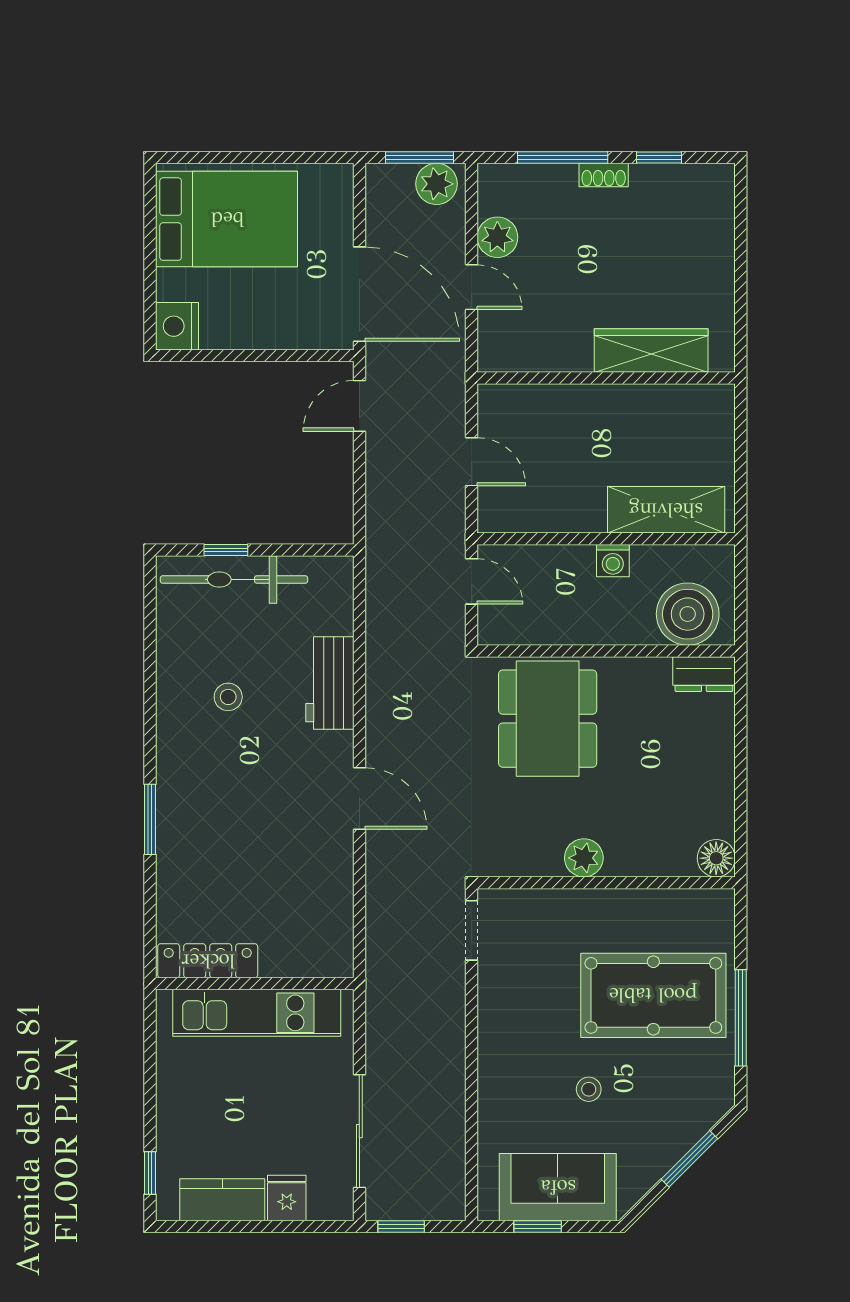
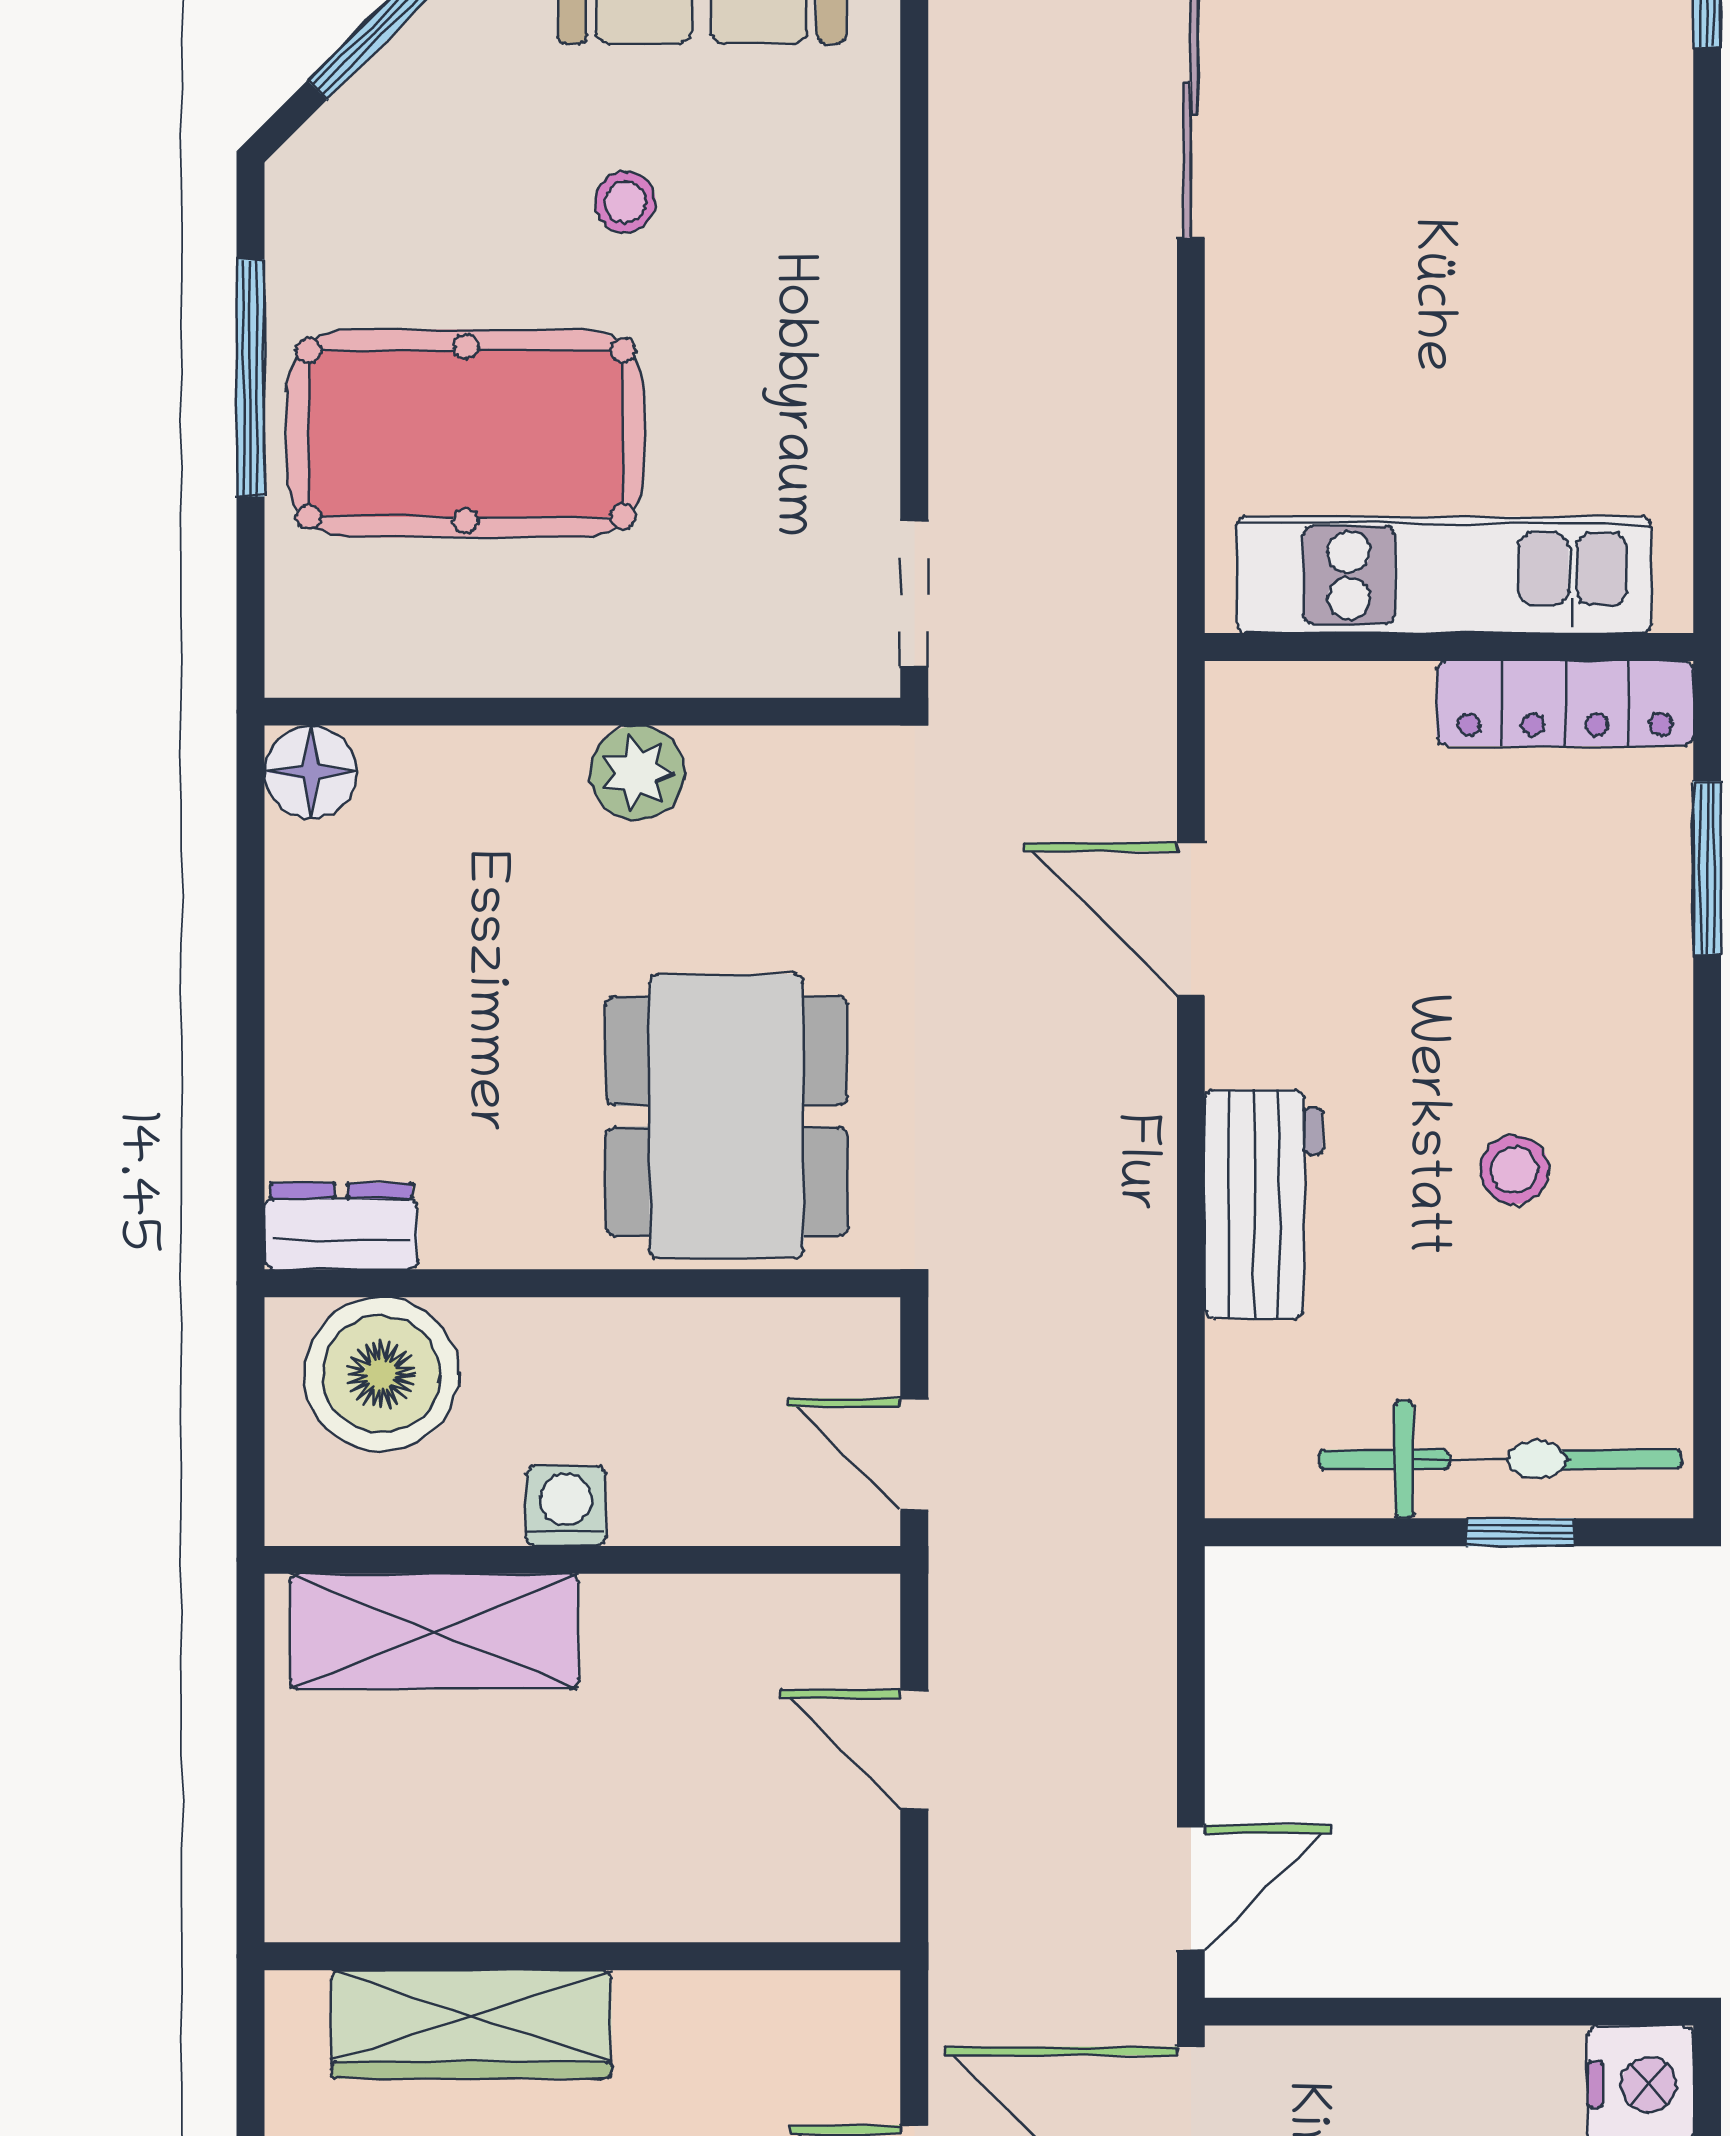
locker: (208, 961) -> (1565, 703), moved
wall: (255, 984) -> (1449, 647), moved
kitchen unit: (257, 1013) -> (1444, 575), moved

